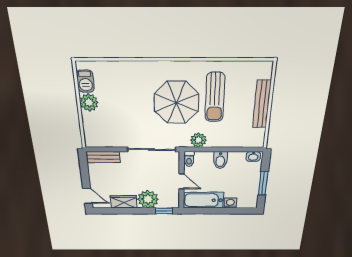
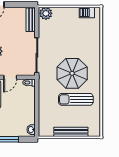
plant: (89, 102) -> (46, 13), moved
plant: (198, 140) -> (44, 89), removed
bidet: (220, 160) -> (28, 106), removed

